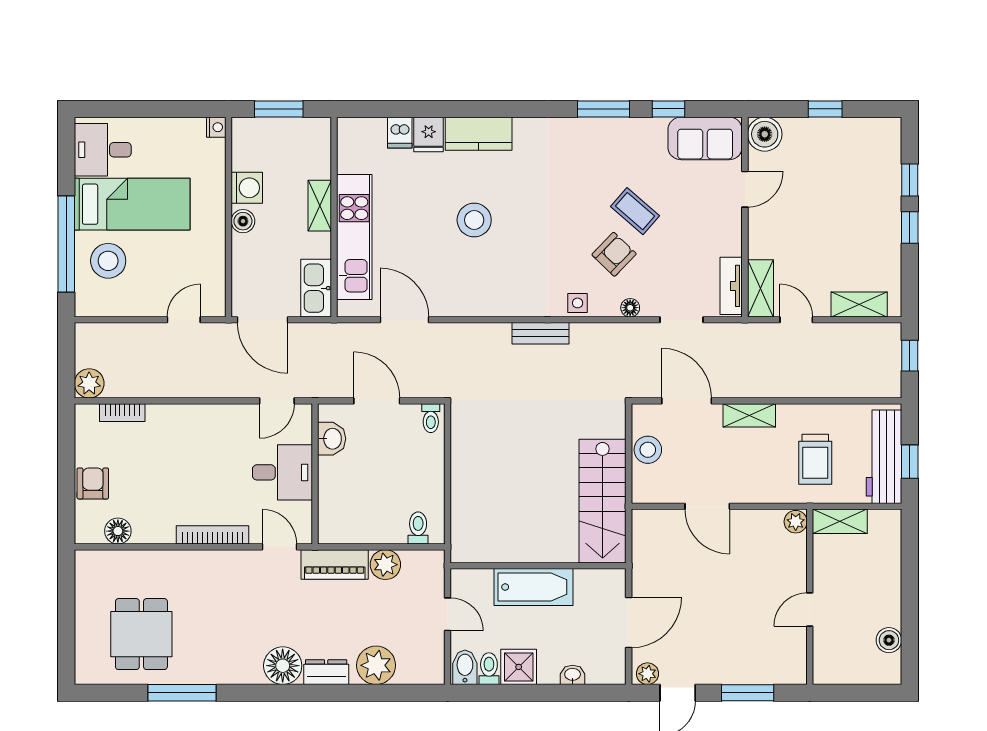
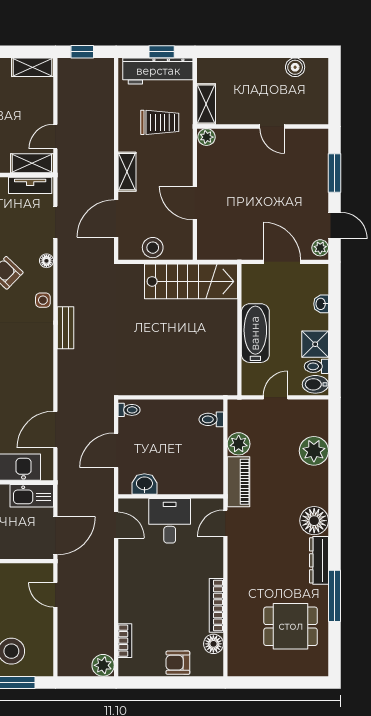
shelving: (859, 304) -> (33, 67), moved, turned 90
door: (707, 506) -> (195, 203), swing flipped
bookcase: (212, 535) -> (216, 605), moved
dresser: (326, 672) -> (319, 560), moved, width x1.44

